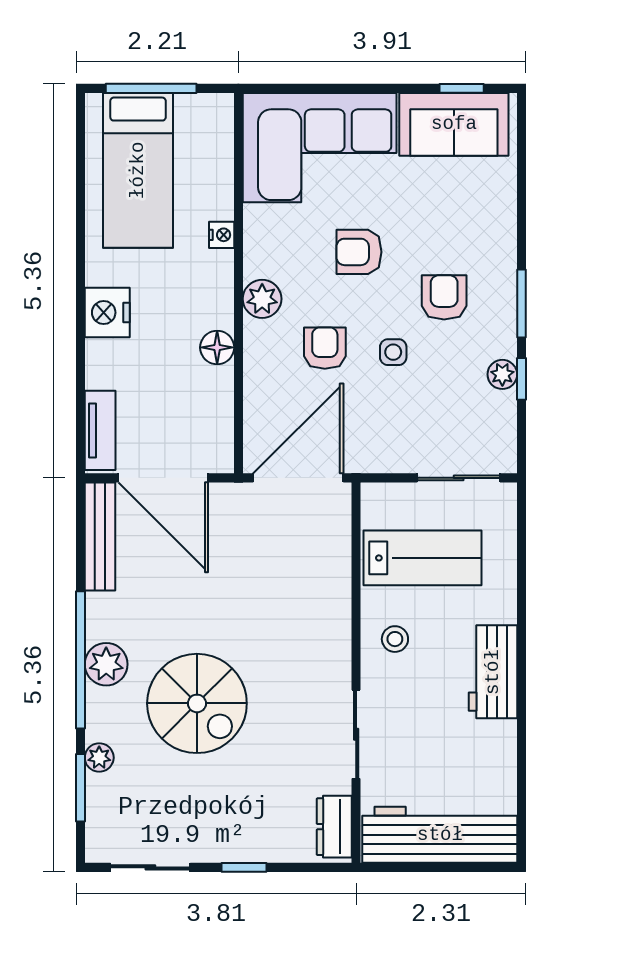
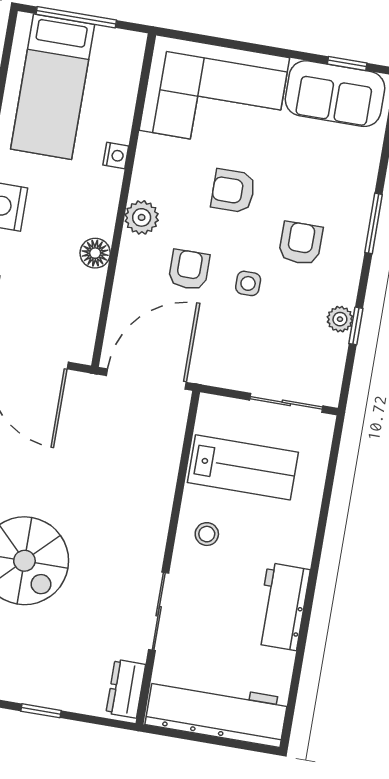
window: (521, 304) -> (373, 223), moved
workbench: (493, 672) -> (282, 607), moved

